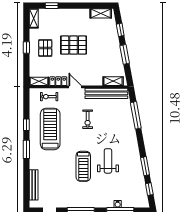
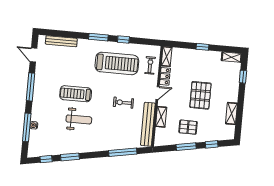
shelving: (101, 13) -> (231, 113), moved
pallet: (45, 48) -> (188, 127), moved
shelving: (113, 81) -> (161, 117), moved

